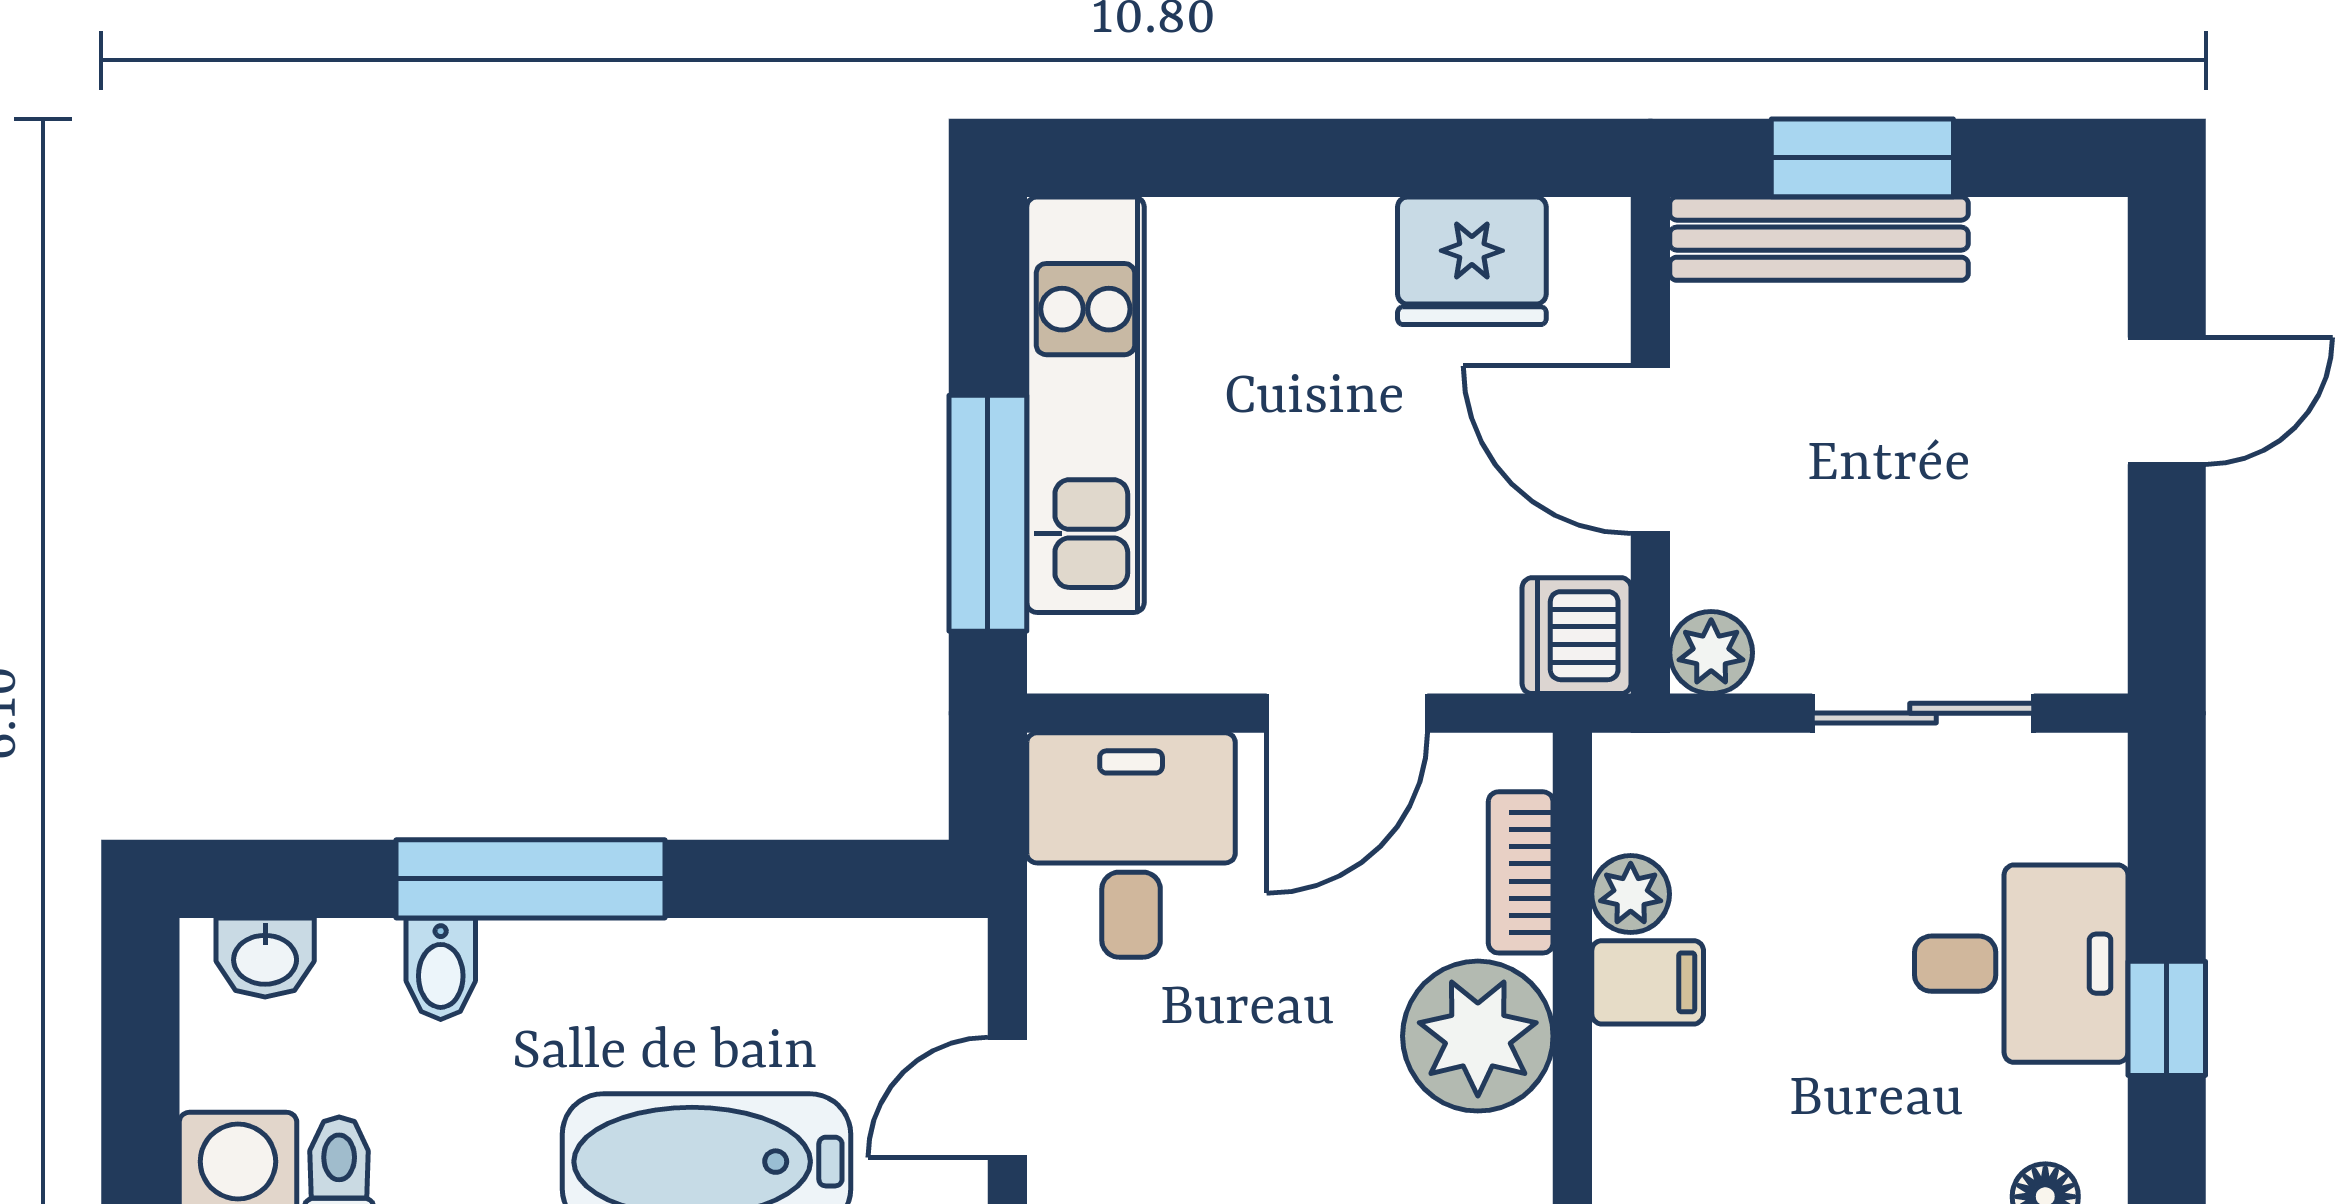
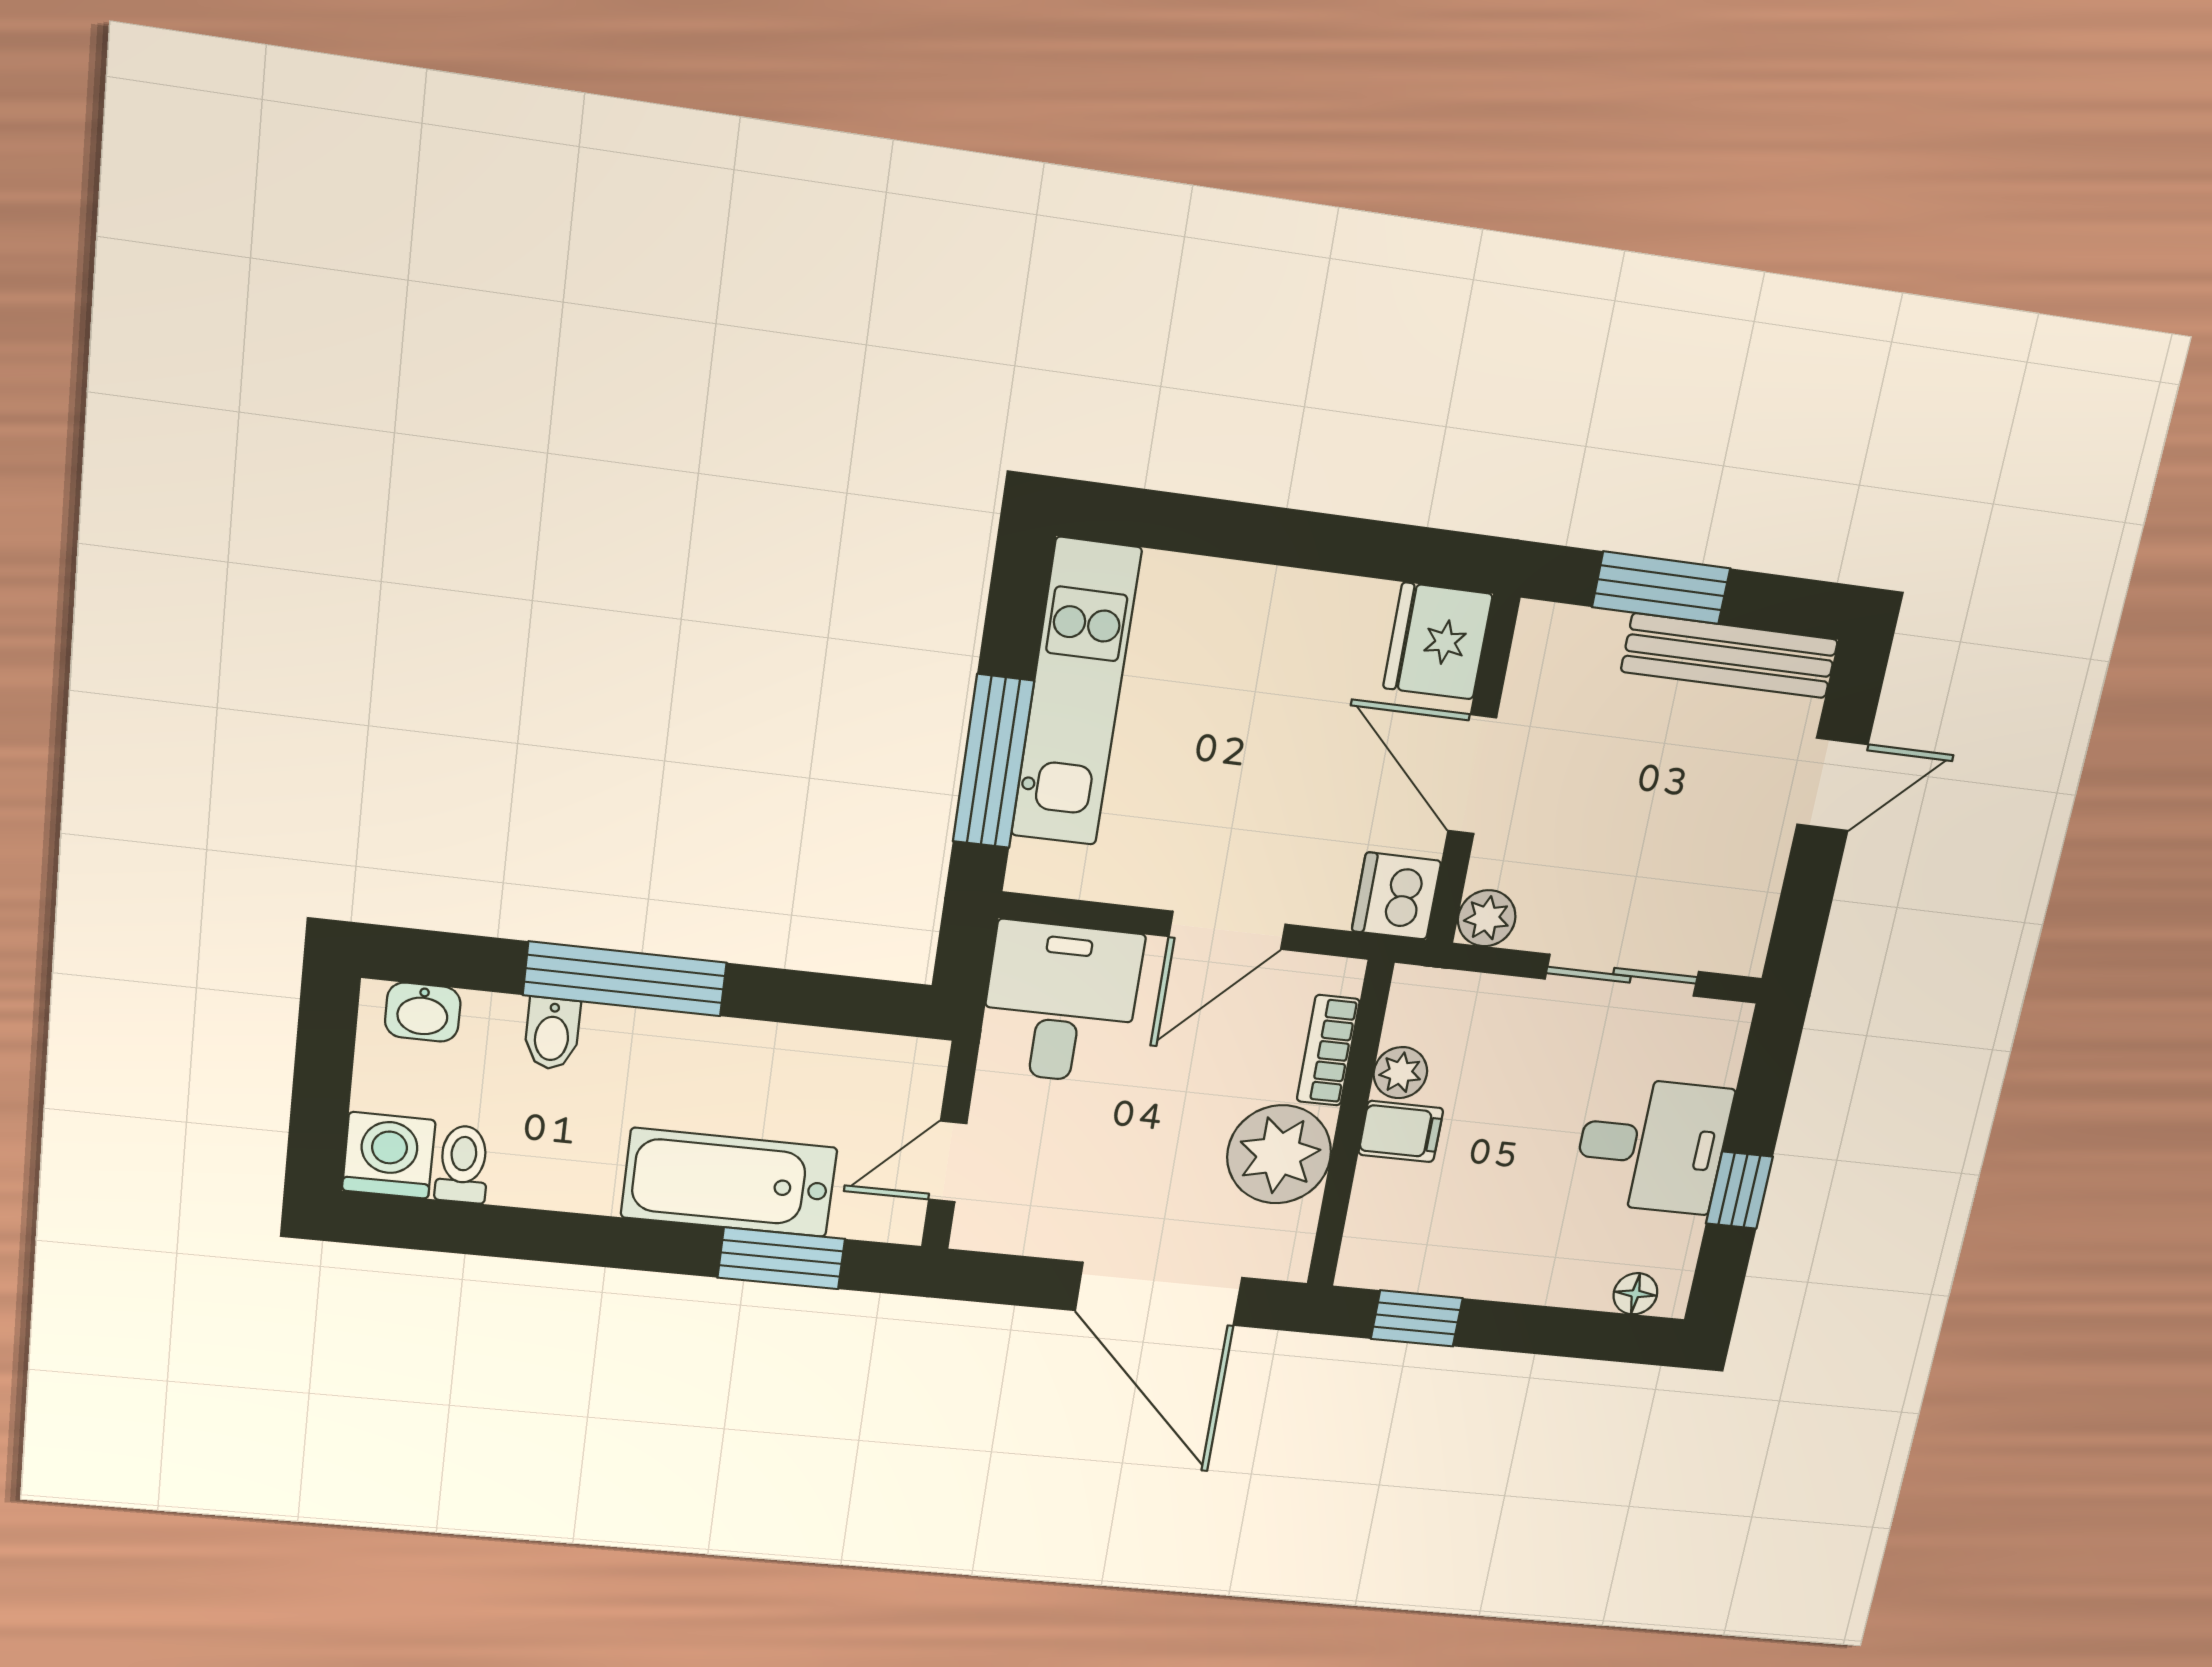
bench: (1819, 239) -> (1730, 656), moved
fridge: (1472, 261) -> (1438, 641), moved, turned 90

